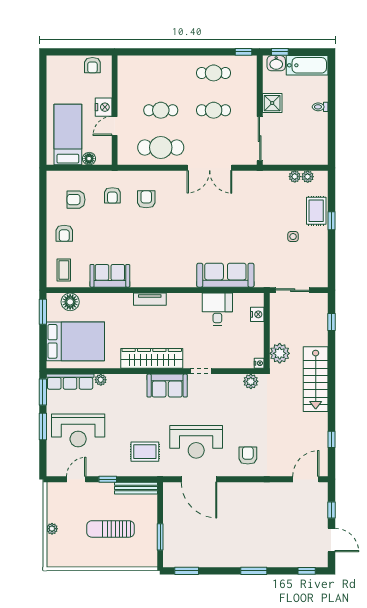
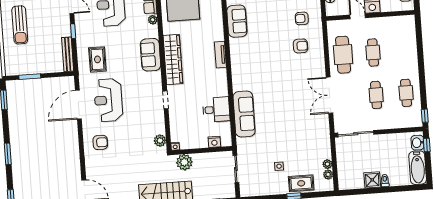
shower: (272, 103) -> (372, 180), moved
sofa: (167, 386) -> (150, 55), moved
sun lounger: (111, 529) -> (20, 25), moved, turned 180

